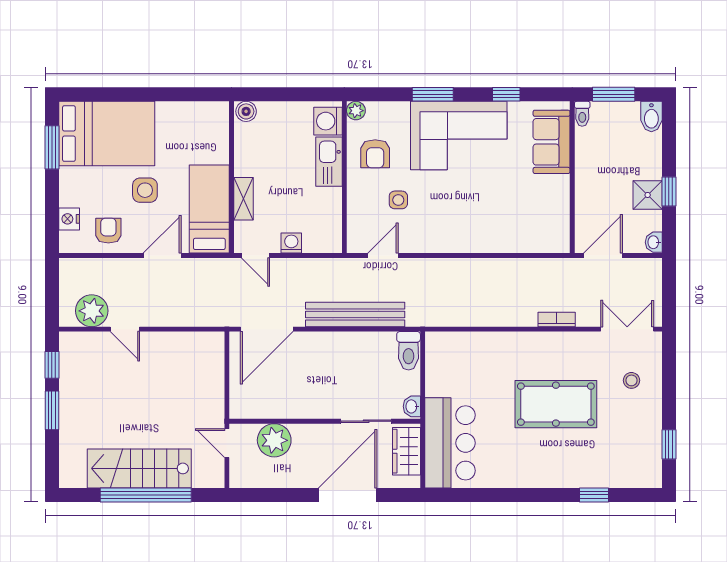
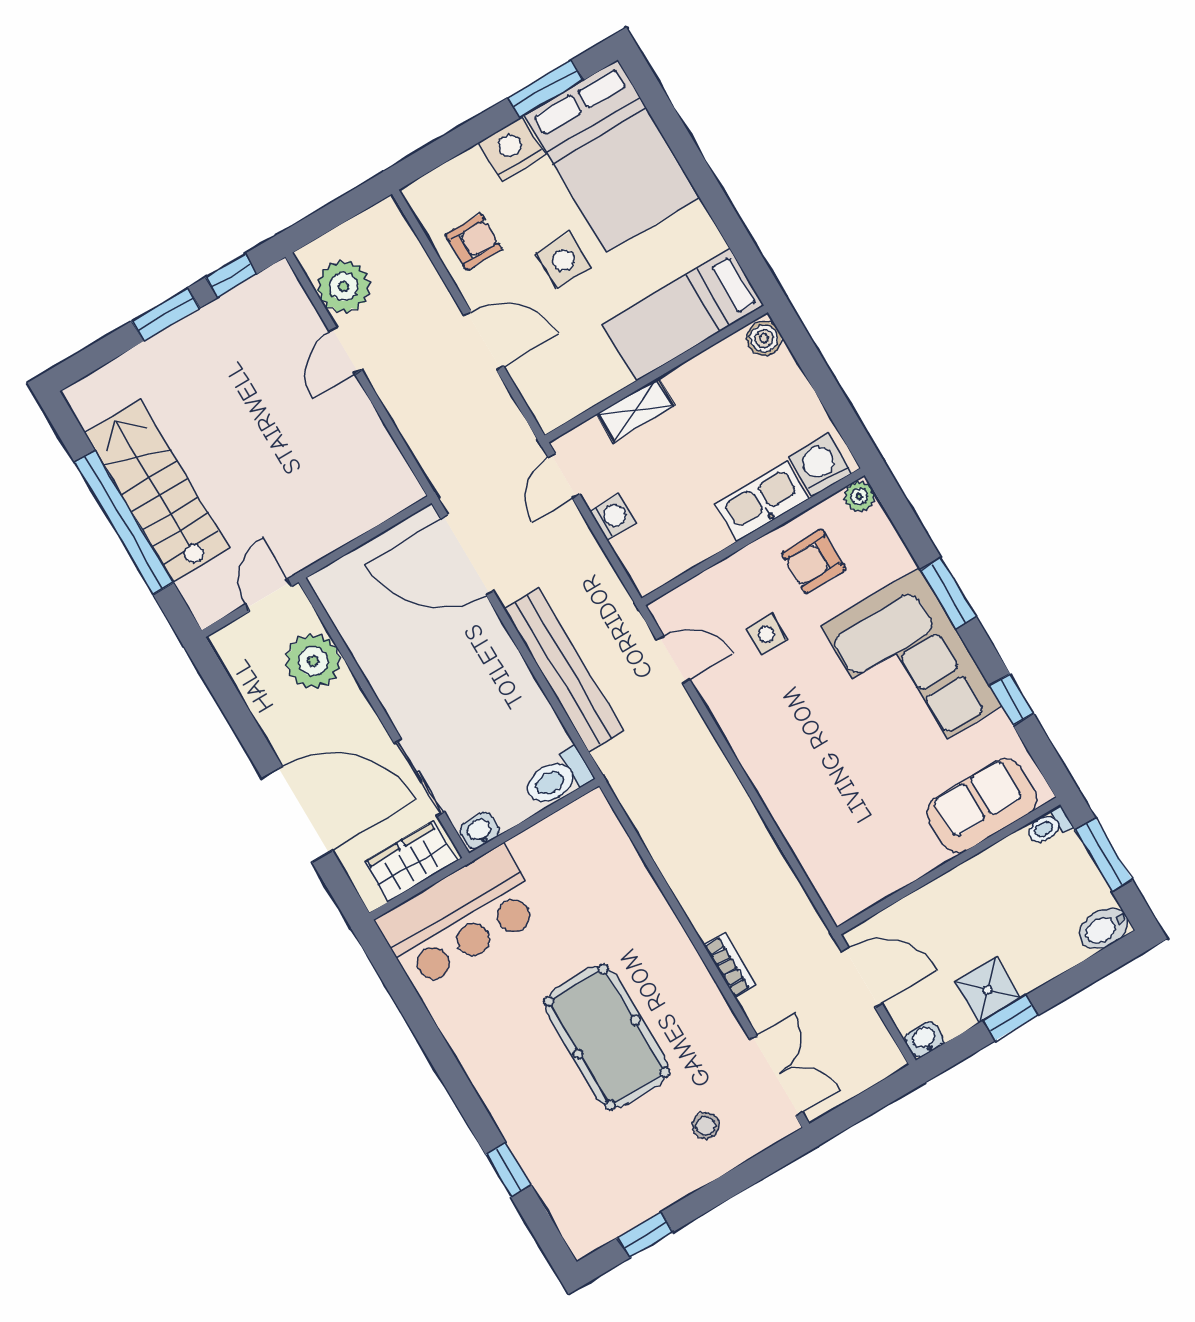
bed: (209, 209) -> (683, 315), moved, turned 180
nightstand: (69, 219) -> (512, 149), moved, width x1.36, depth x1.33

